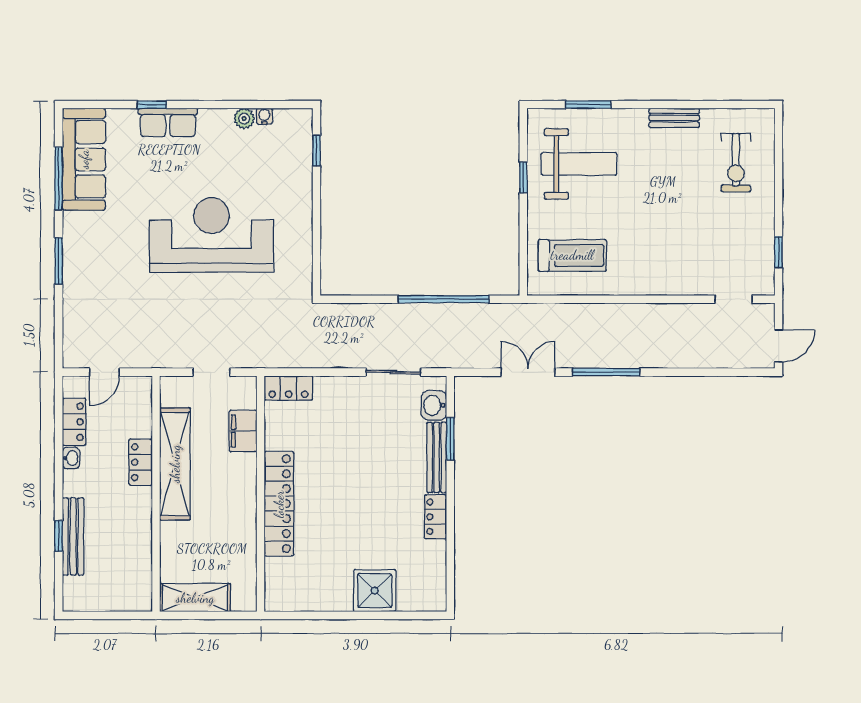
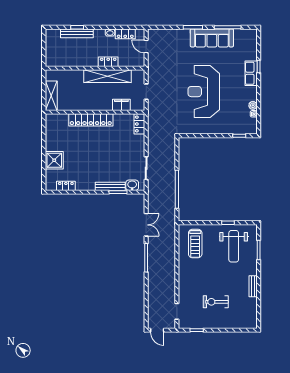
sofa: (84, 159) -> (212, 38), moved
exercise bike: (736, 163) -> (216, 302), moved
reception desk: (211, 235) -> (204, 92), turned 180
locker: (435, 517) -> (66, 186), moved
shelving: (195, 598) -> (51, 96), moved

